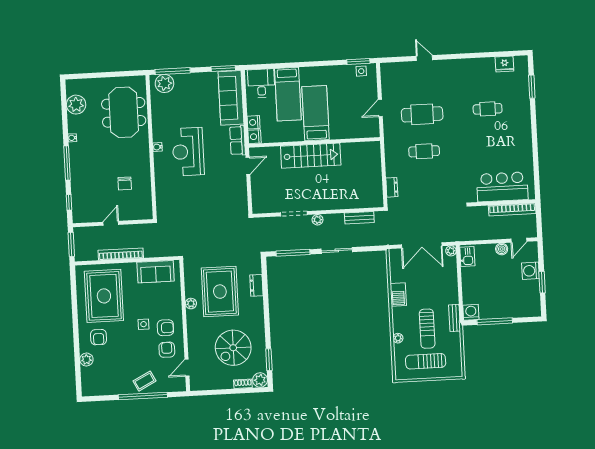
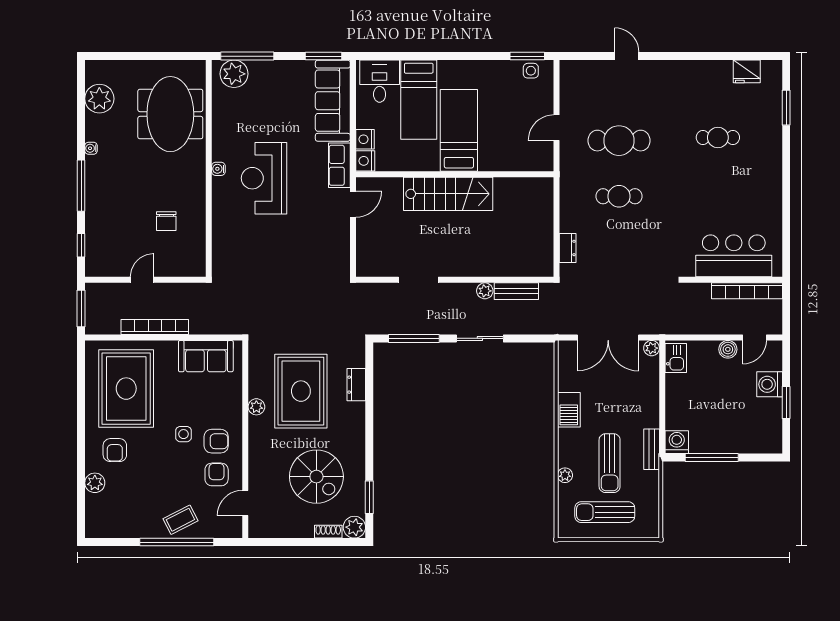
plant: (317, 220) -> (485, 291), moved
spiral stairs: (233, 348) -> (316, 477), turned -90

